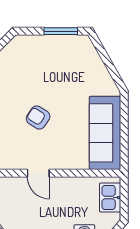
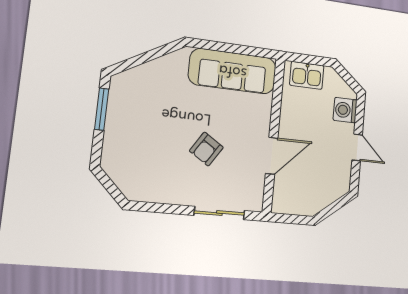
door: (38, 173) -> (272, 156), width x1.38

